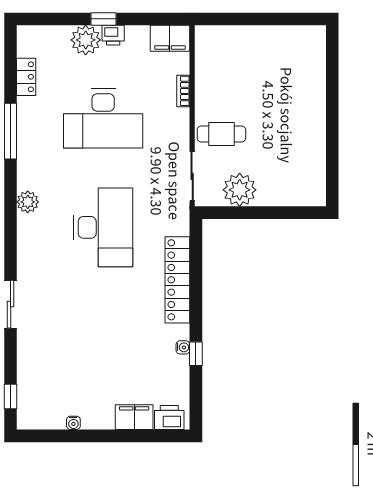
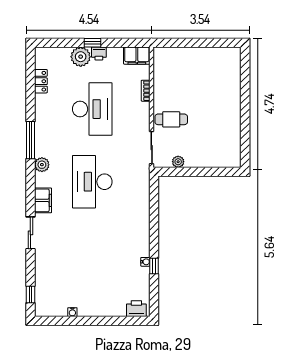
desk: (103, 118) -> (92, 109), turned -90
window: (11, 131) -> (30, 140), moved
plant: (240, 190) -> (178, 162), width x0.53, depth x0.53
desk: (103, 227) -> (92, 182), turned 180
locker: (177, 280) -> (142, 217), removed
filing cabinet: (134, 417) -> (43, 200), moved, turned 90

